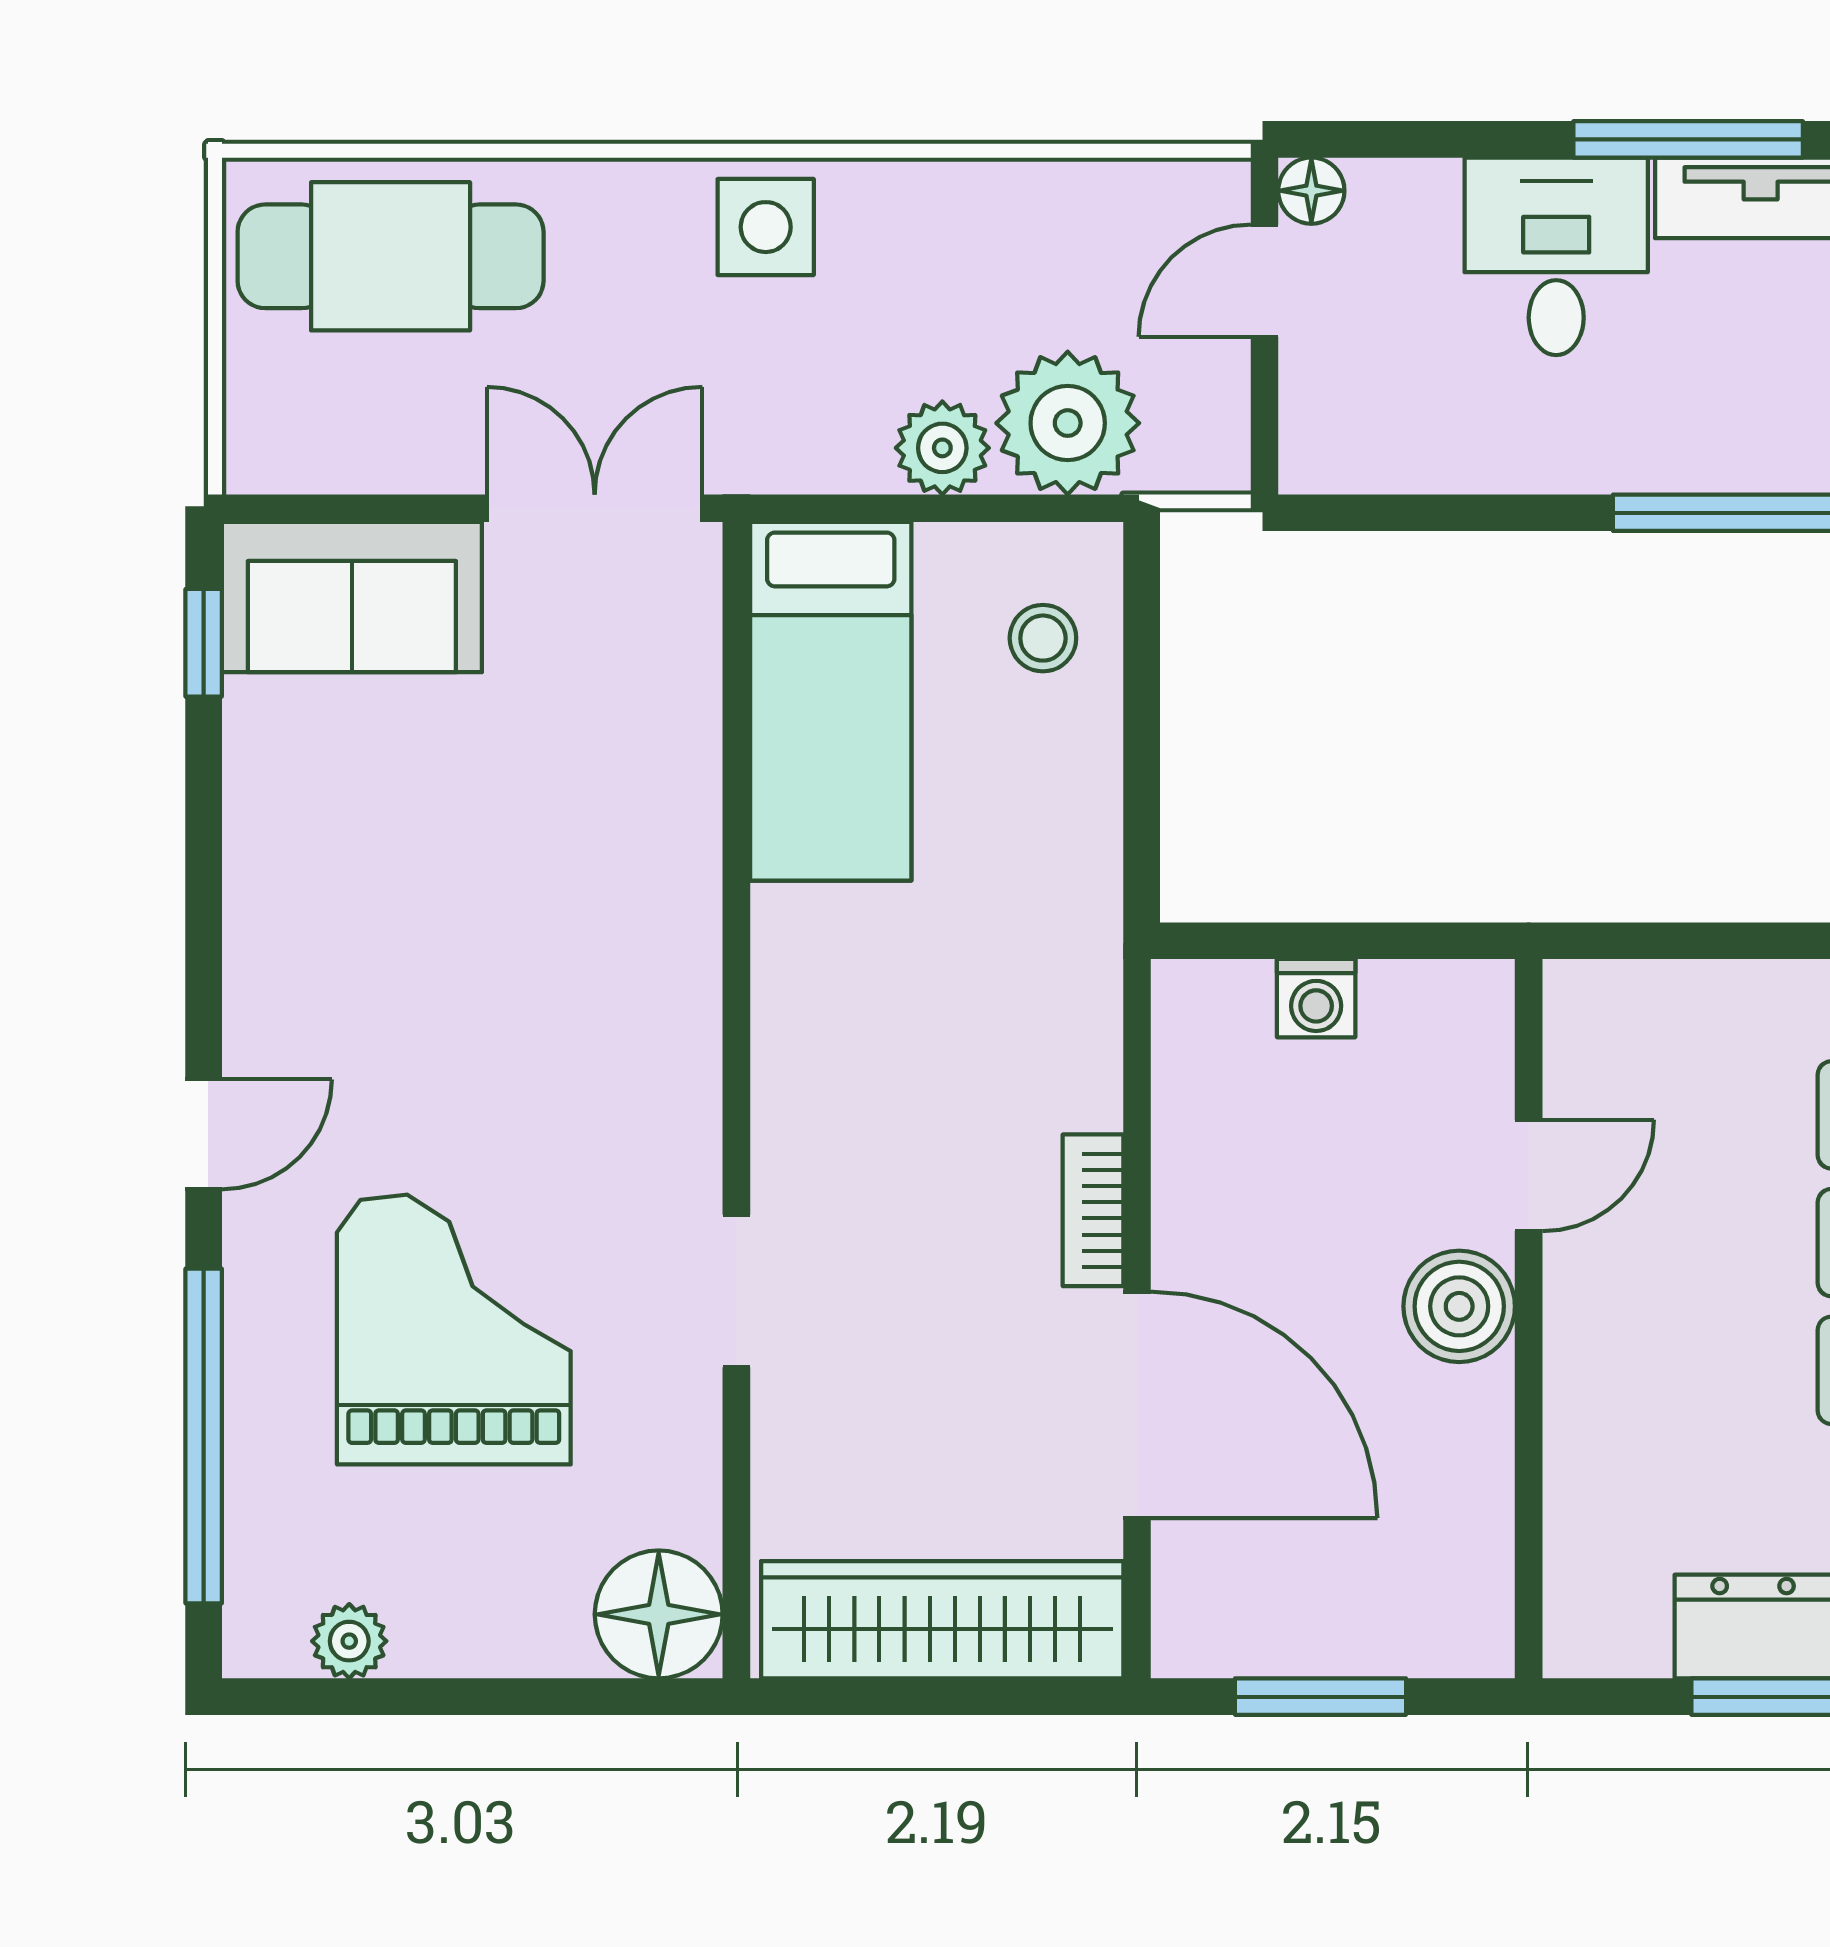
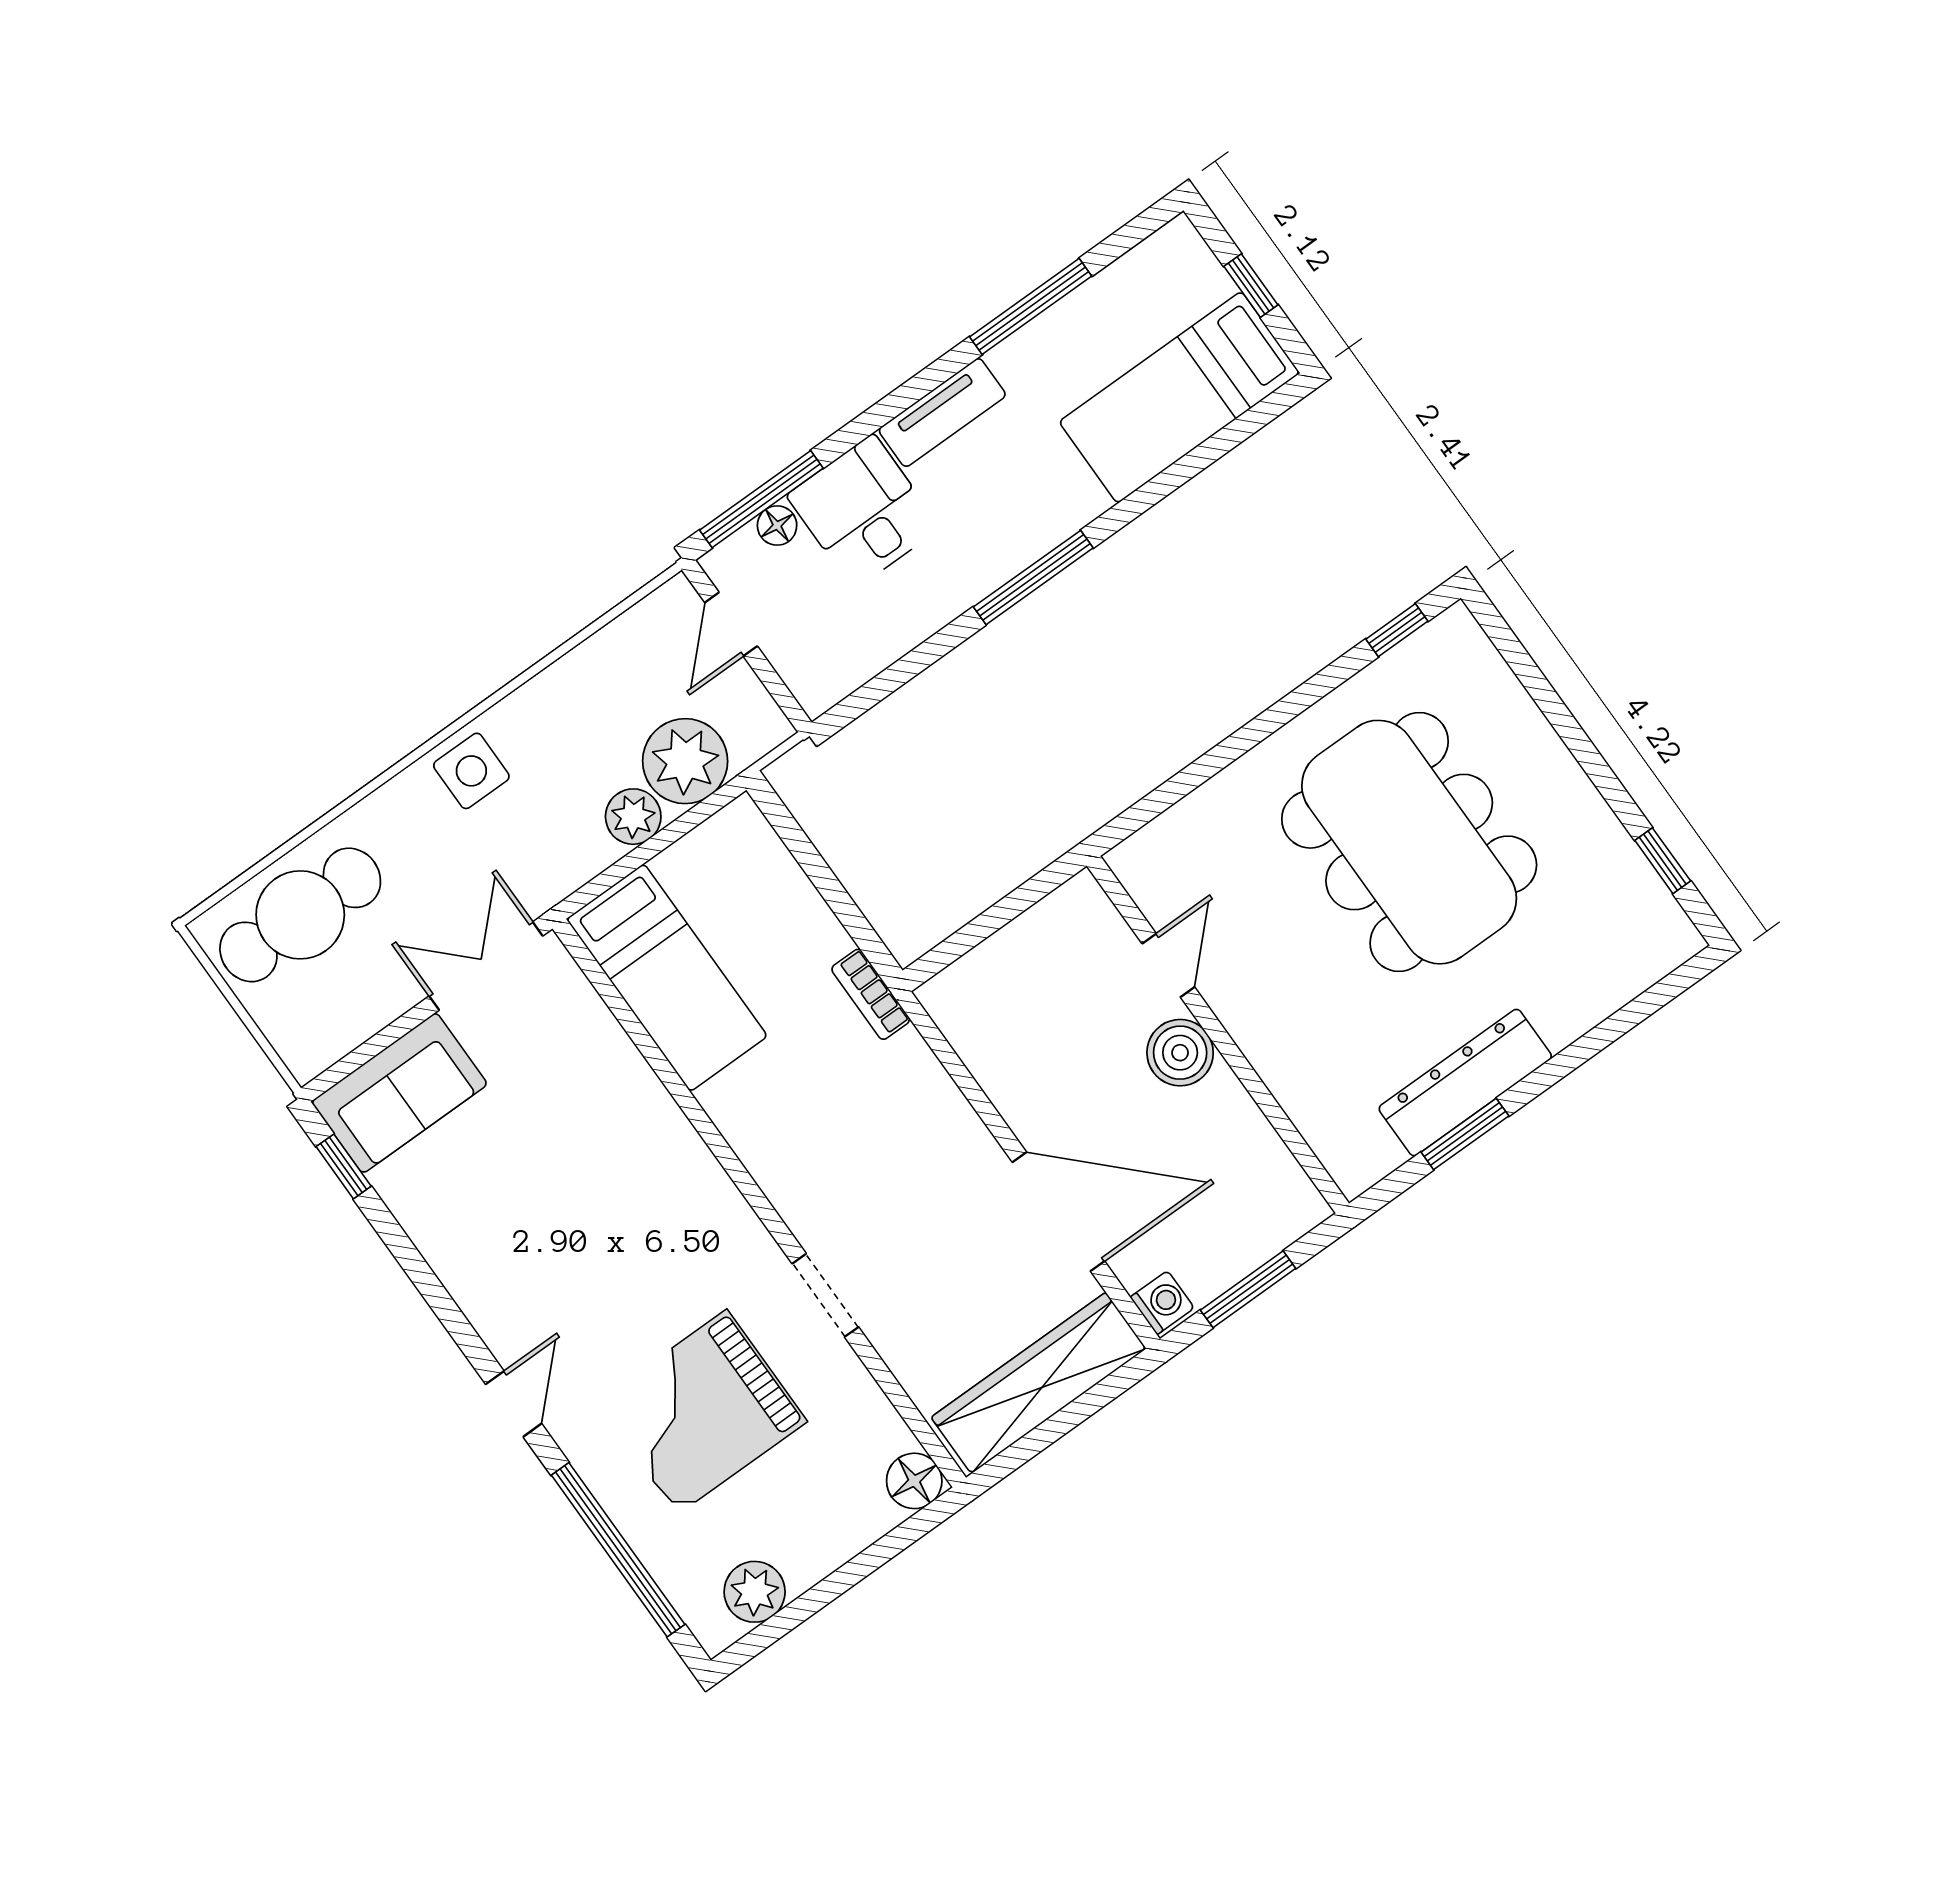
window: (1688, 139) -> (761, 499), moved
floor lamp: (1311, 191) -> (777, 526), moved
stool: (1043, 638) -> (748, 874), removed
washing machine: (1316, 998) -> (1162, 1303), moved, turned -90
bookcase: (1093, 1210) -> (871, 994), moved
grand piano: (454, 1329) -> (702, 1412), turned -90
floor lamp: (659, 1614) -> (914, 1481), width x0.73, depth x0.73
plant: (349, 1641) -> (755, 1592), width x1.38, depth x1.38

